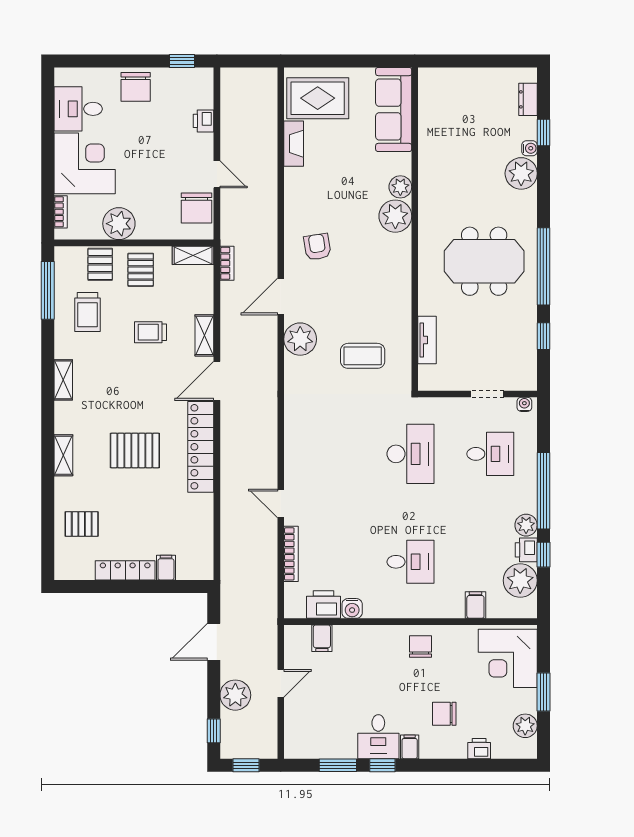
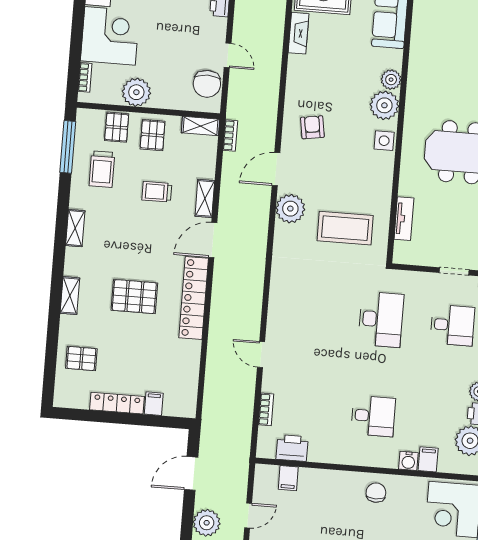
side table: (398, 255) -> (384, 141), added
coffee table: (363, 356) -> (345, 228), width x1.36, depth x1.32
bookcase: (291, 554) -> (266, 409), width x0.64
water cooler: (352, 608) -> (408, 461), moved

